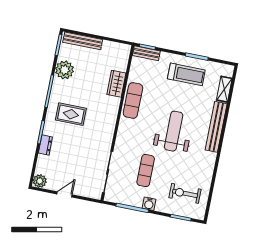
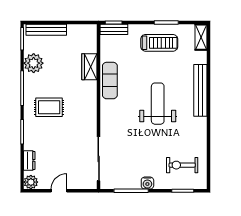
shelving: (224, 89) -> (201, 37), moved
dresser: (45, 145) -> (29, 160), moved
exercise mat: (146, 171) -> (137, 150), removed

